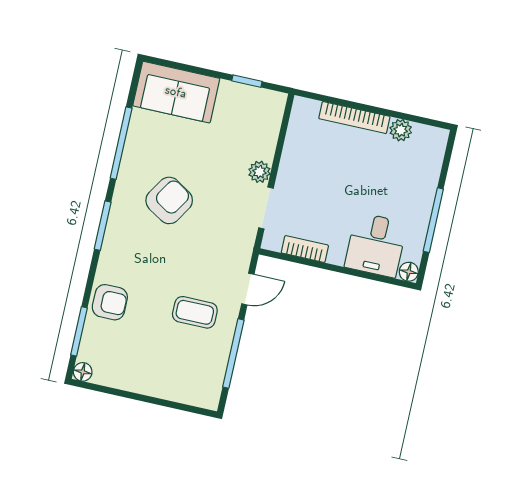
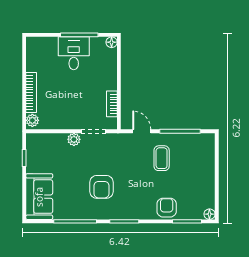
plant: (401, 130) -> (32, 120), moved
armchair: (169, 200) -> (101, 187), turned -122
desk: (376, 245) -> (74, 53), moved, turned -90

